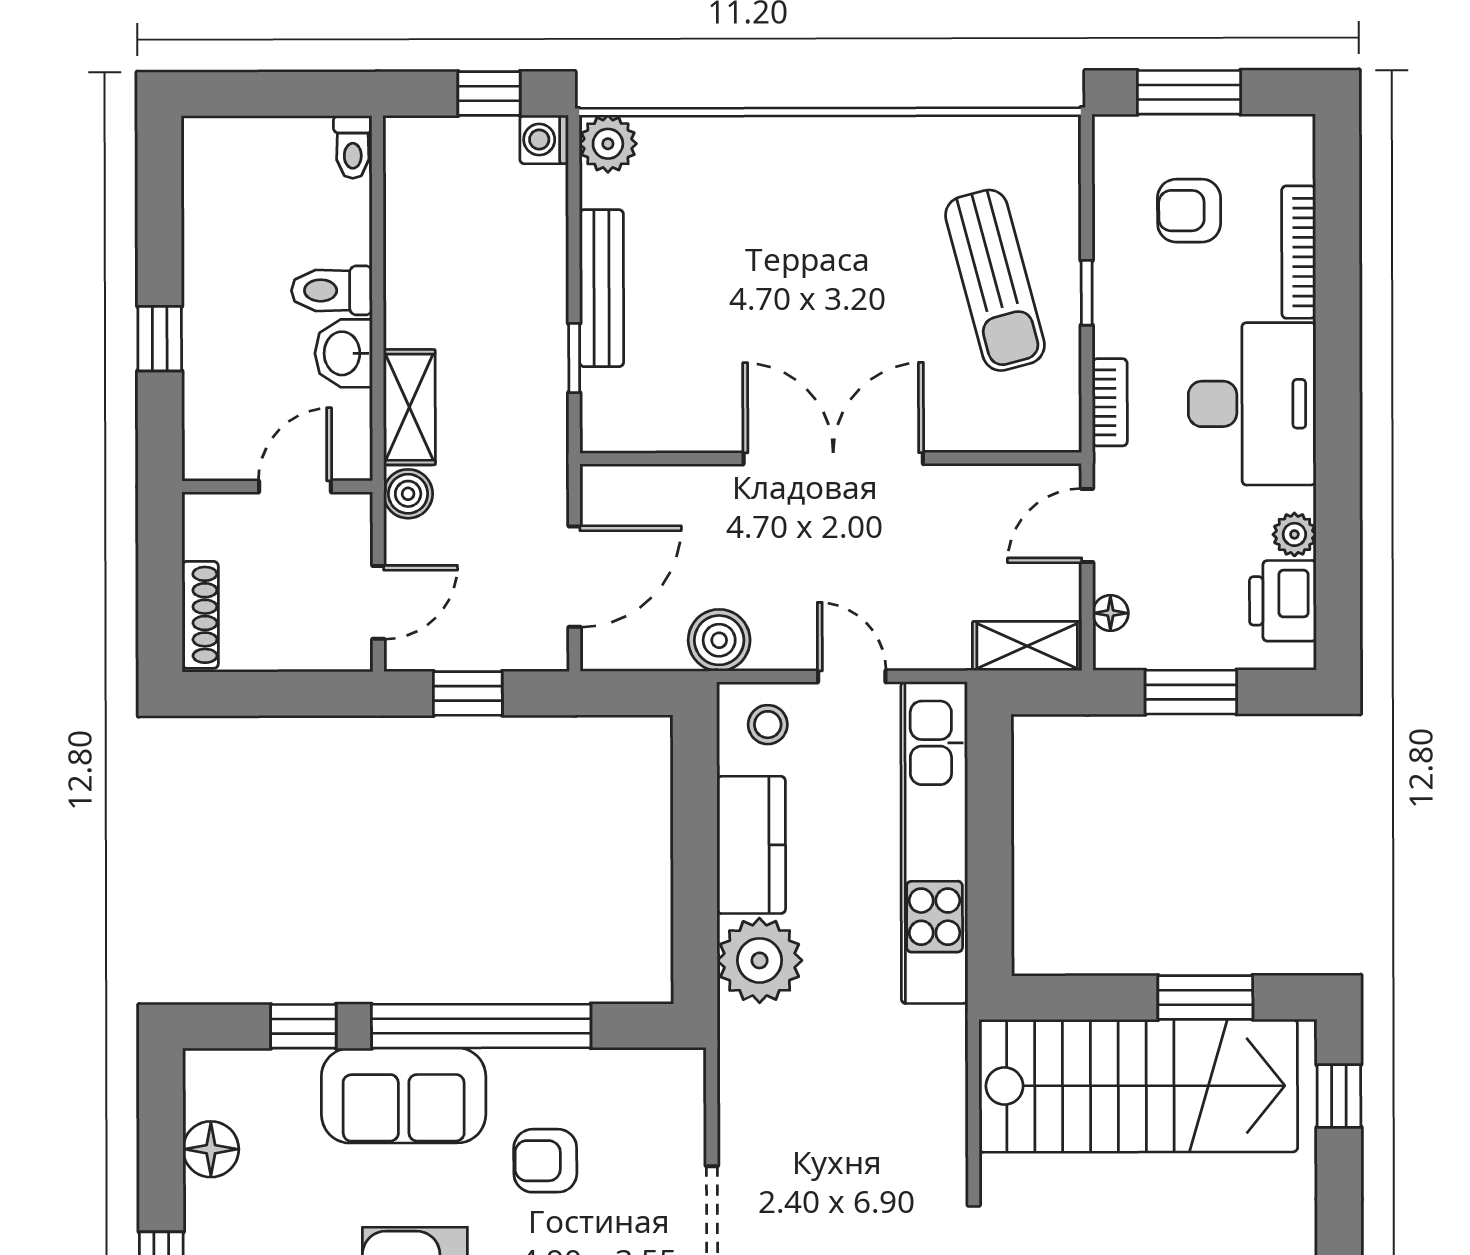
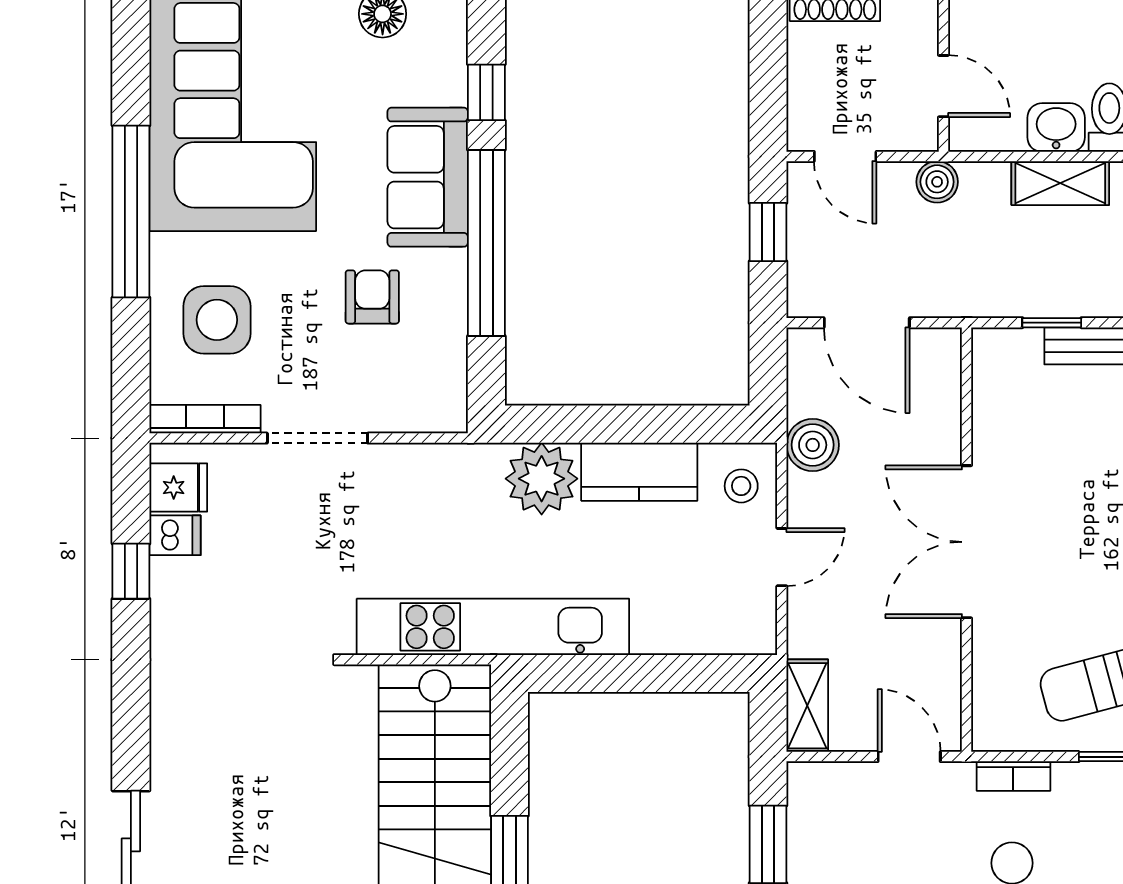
shelving: (409, 407) -> (1060, 183), moved
double door: (833, 458) -> (967, 542), swing flipped
floor lamp: (1110, 613) -> (835, 776), removed
kitchen unit: (934, 843) -> (493, 627), moved

